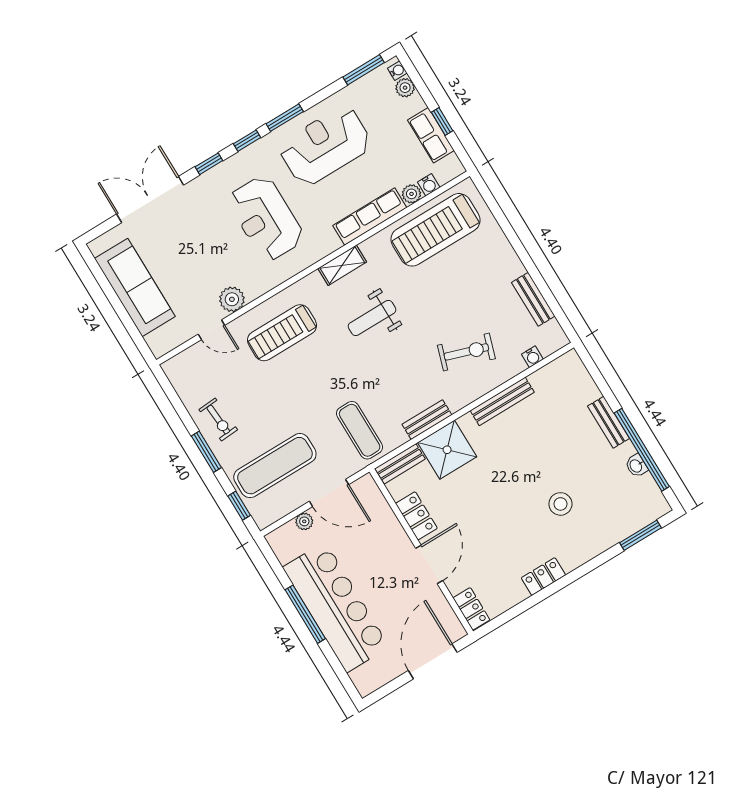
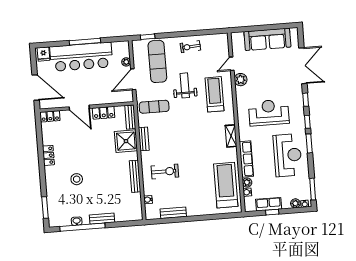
weight bench: (372, 318) -> (185, 85), moved
exercise bike: (466, 352) -> (165, 171), turned -108
window: (206, 452) -> (179, 34), removed
fridge: (365, 678) -> (43, 54), added

